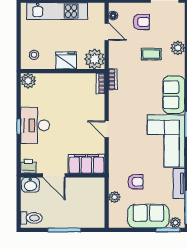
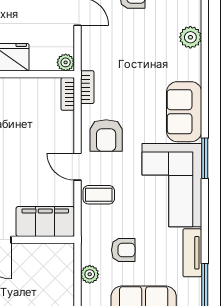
coffee table: (151, 54) -> (99, 195), moved
plant: (95, 59) -> (66, 62), width x0.53, depth x0.53
armchair: (125, 110) -> (106, 136), added

